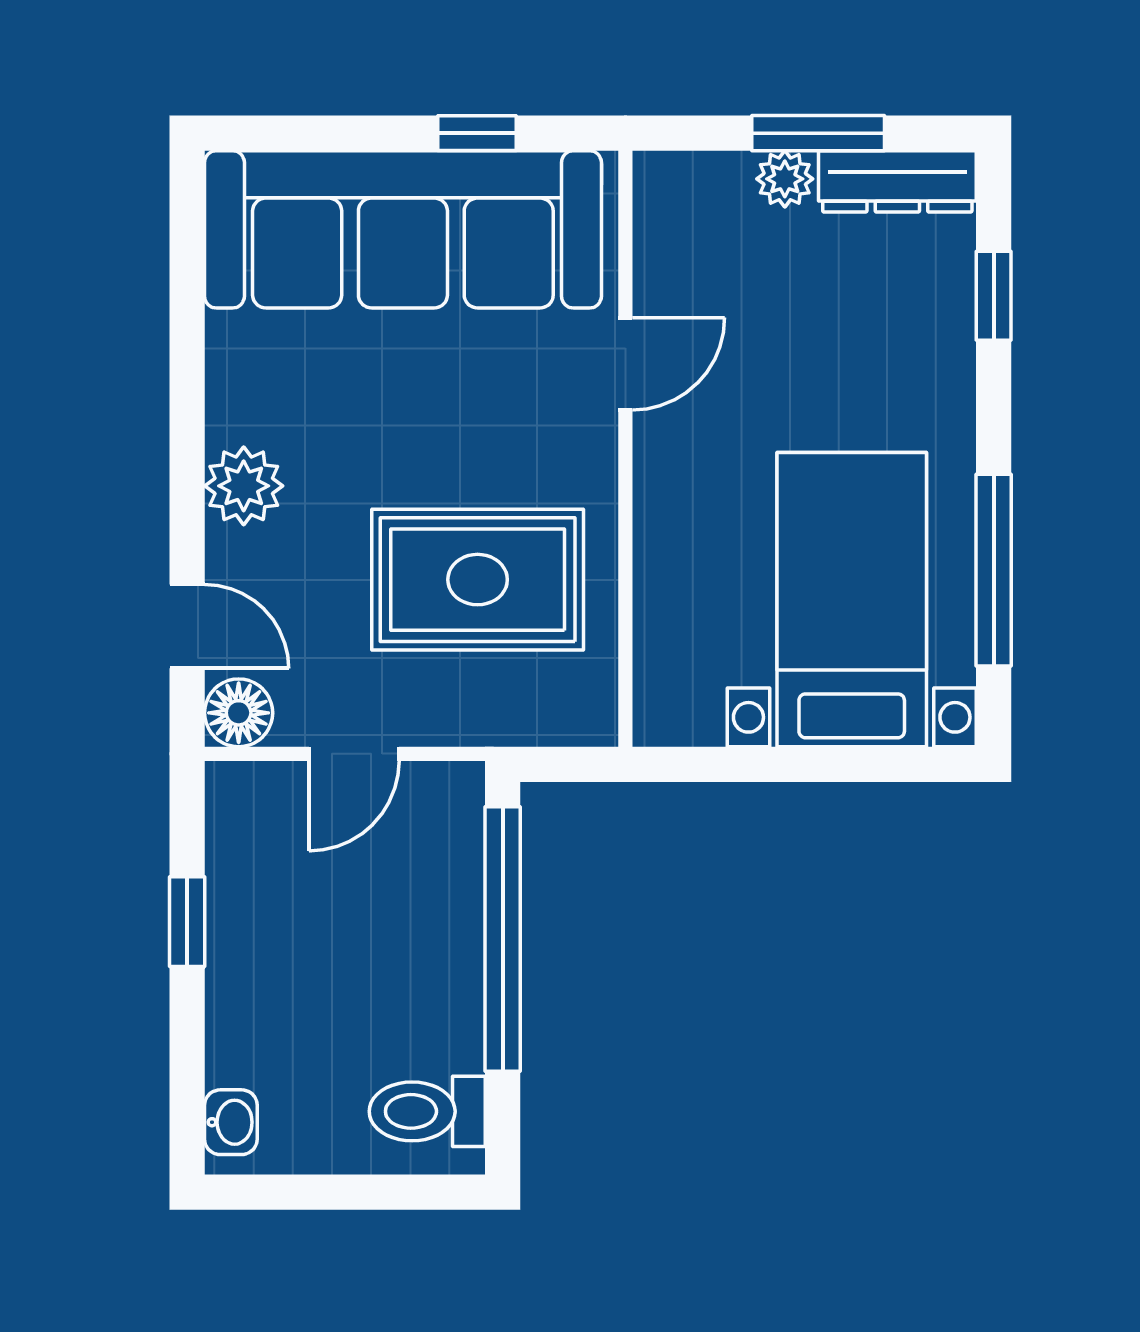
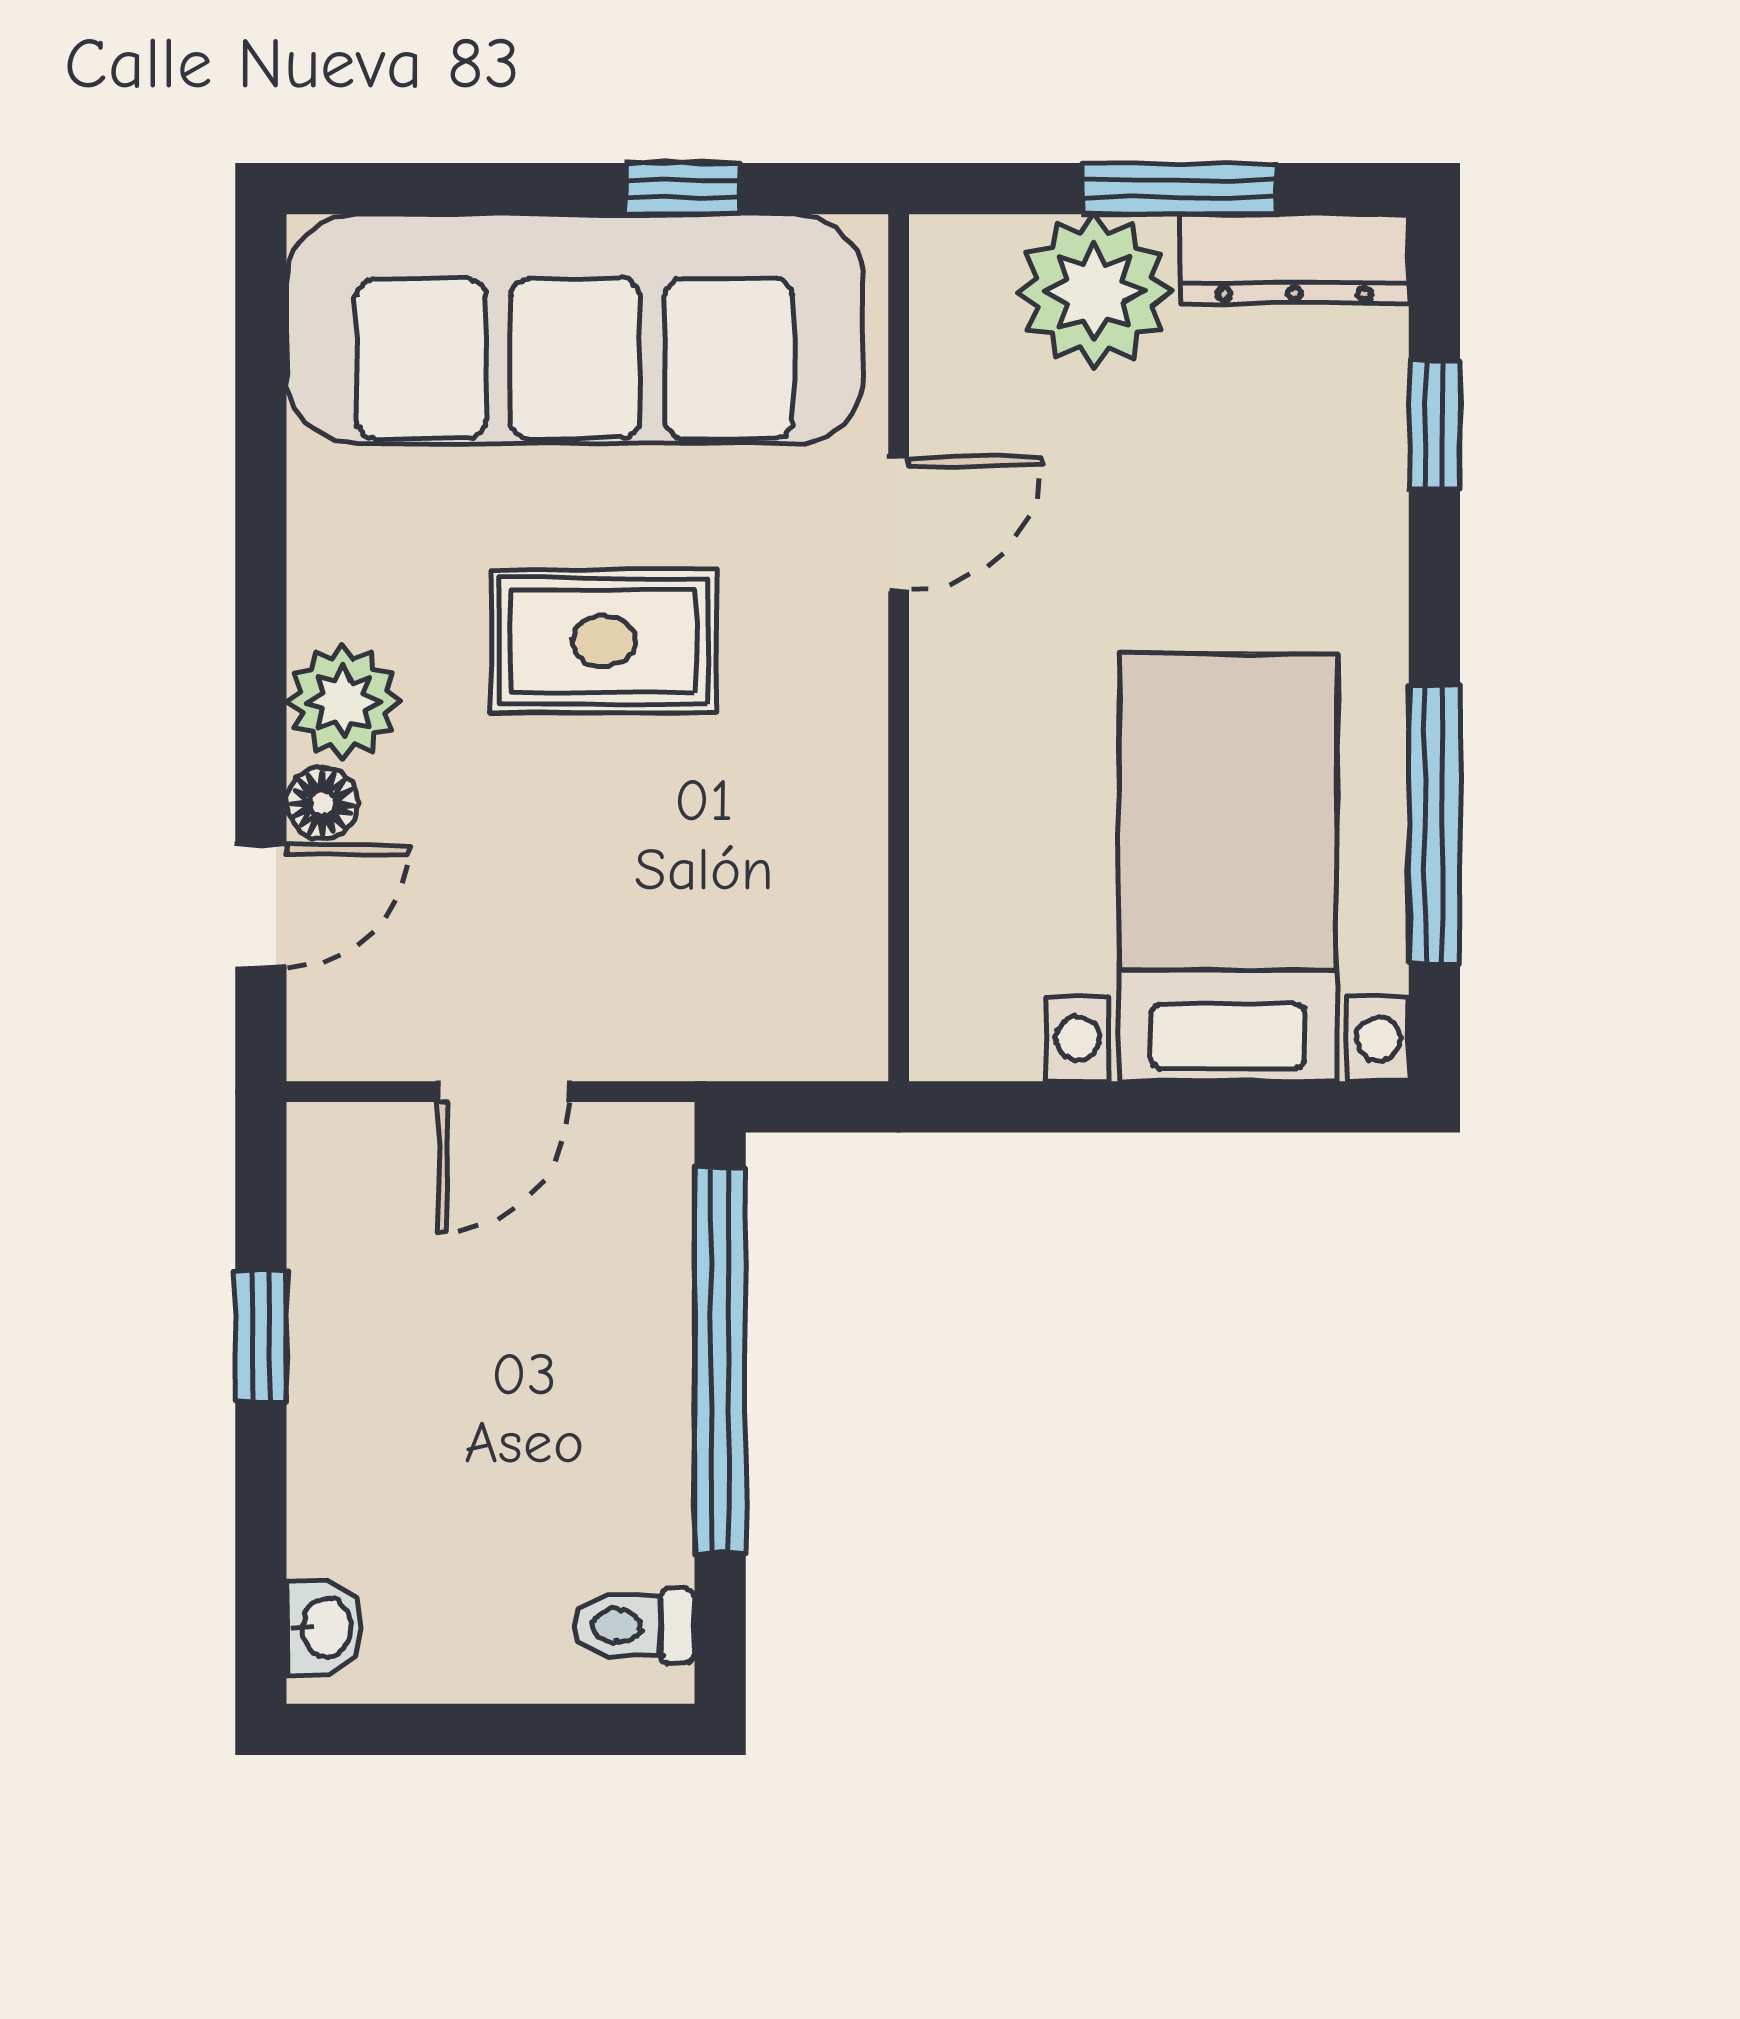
plant: (785, 179) -> (1094, 291), width x1.87, depth x1.87
rug: (478, 580) -> (603, 641), moved, width x0.73, depth x0.70
door: (187, 626) -> (261, 906), hinge flipped
floor lamp: (239, 713) -> (322, 803), moved, width x0.73, depth x0.73
toilet: (427, 1111) -> (634, 1626), width x0.73, depth x0.72

